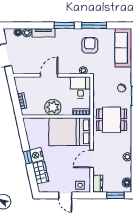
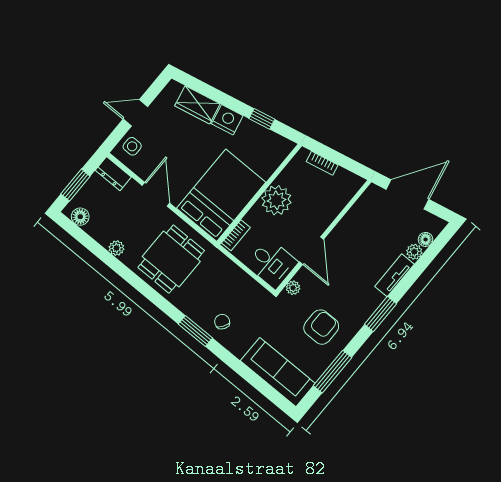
window: (94, 25) -> (333, 372), moved
armchair: (90, 45) -> (321, 327), turned -90
door: (49, 75) -> (312, 251), moved
dining table: (112, 120) -> (171, 259), moved
window: (28, 157) -> (262, 119), moved

